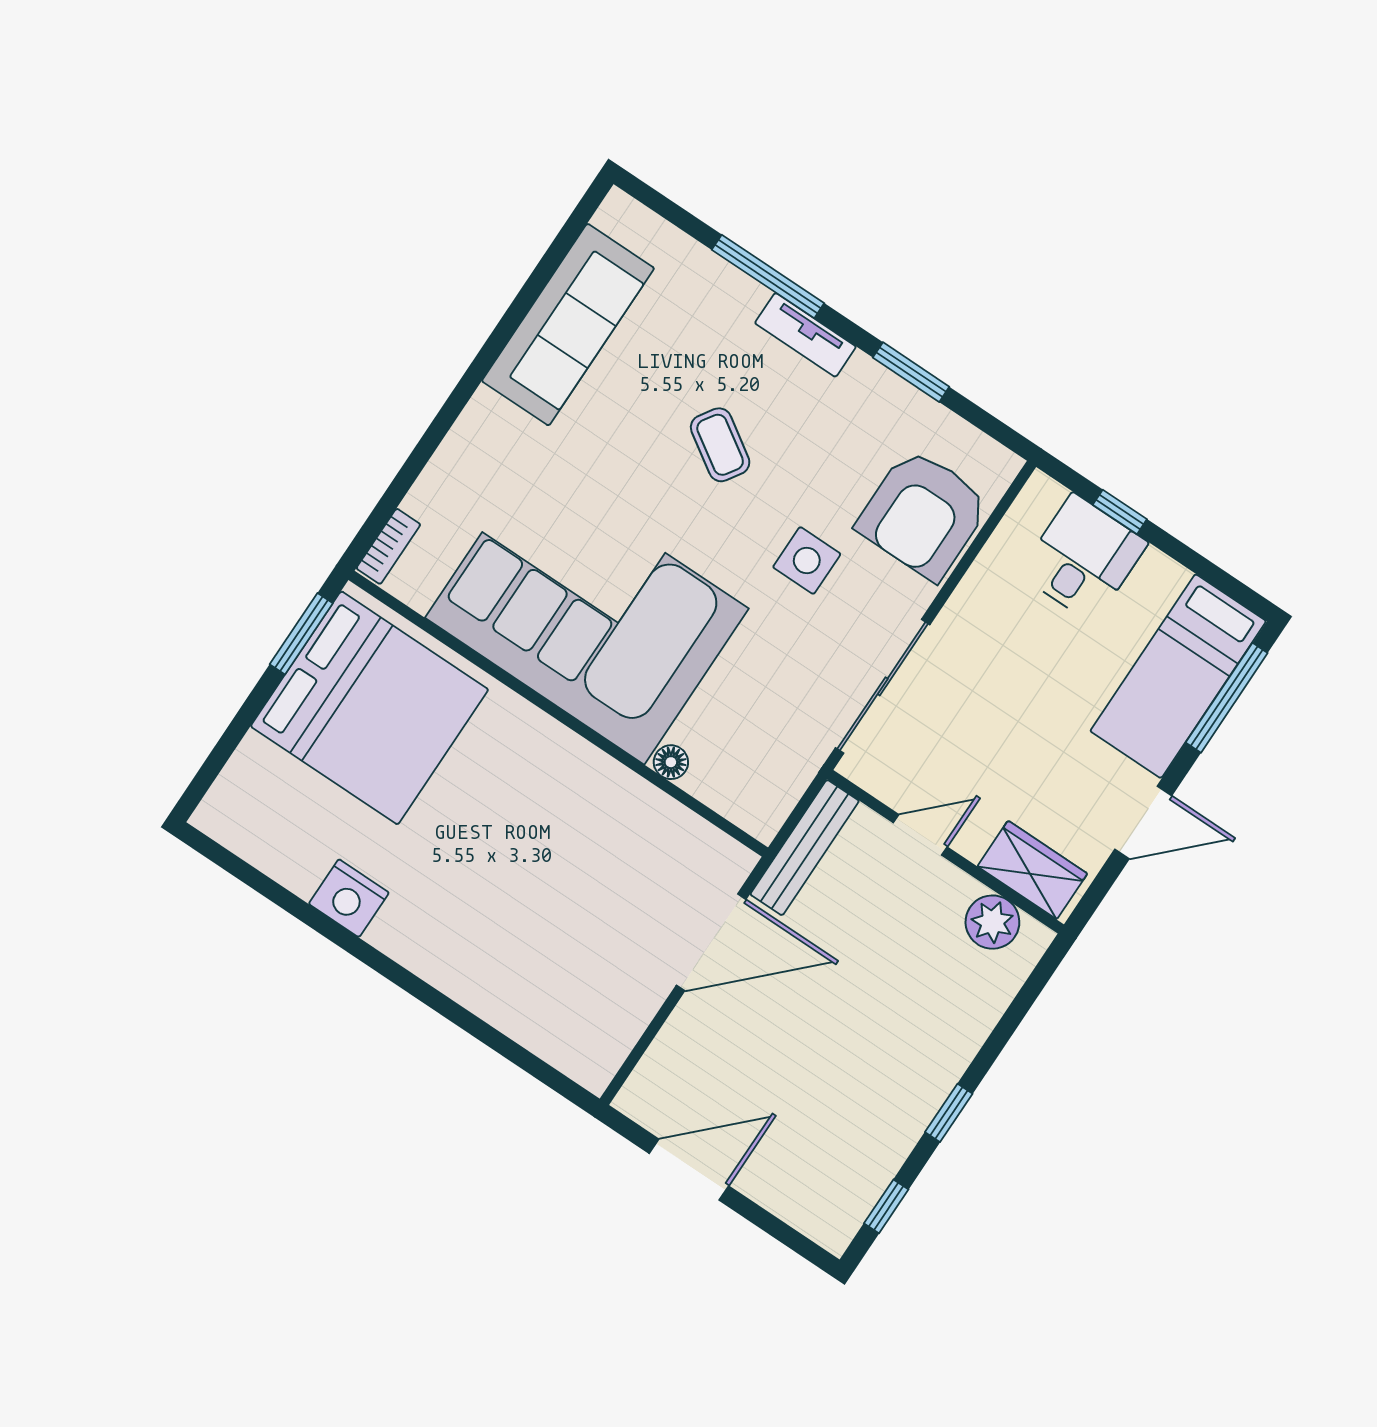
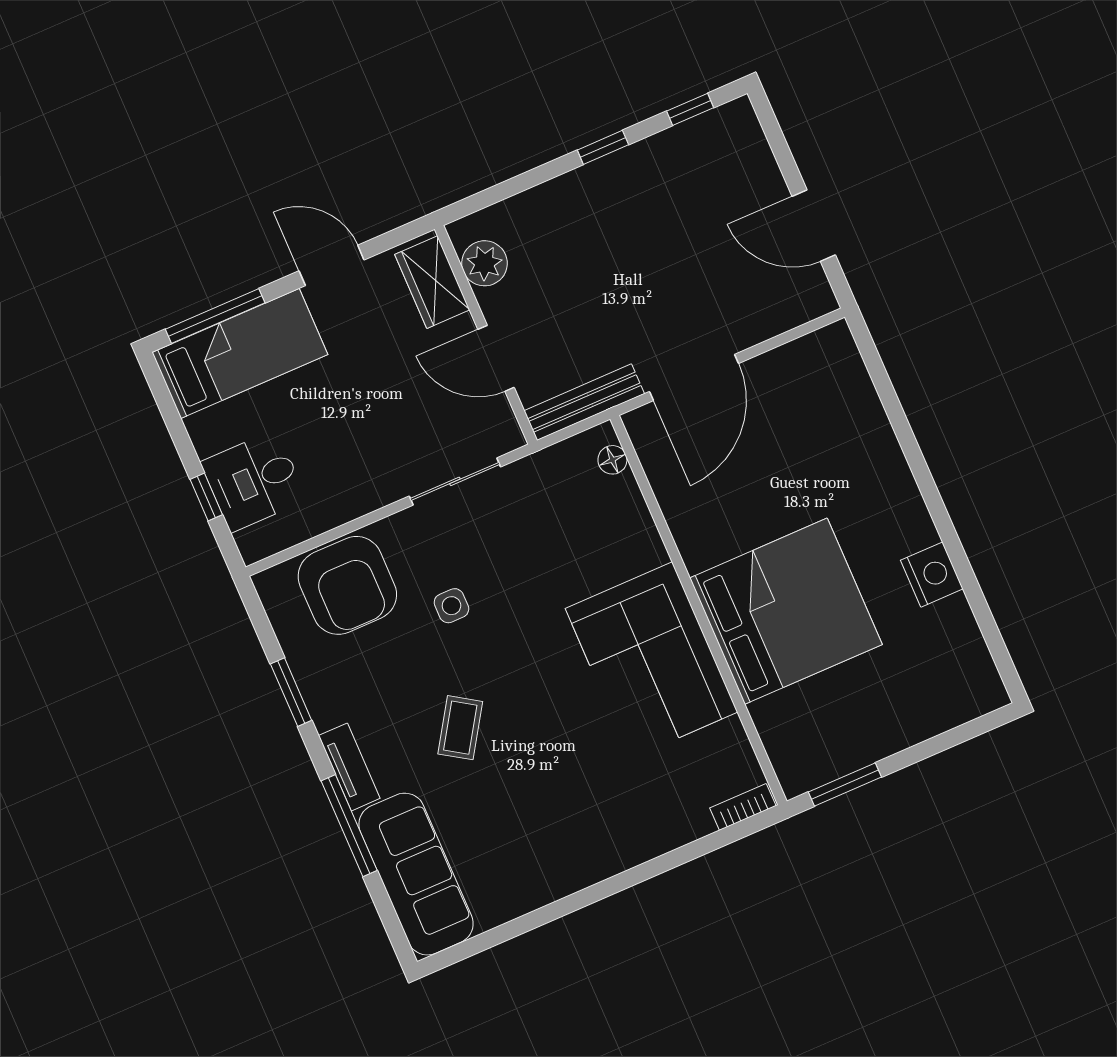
sofa: (568, 325) -> (416, 874), moved, turned 90
armchair: (923, 514) -> (347, 585), turned 90
side table: (807, 560) -> (451, 606), width x0.73, depth x0.73
corner sofa: (587, 613) -> (651, 660), width x0.73, depth x0.74
sliding door: (883, 686) -> (455, 481), width x0.73
bed: (369, 708) -> (786, 611), moved, turned 90
floor lamp: (671, 762) -> (612, 460), moved
door: (920, 835) -> (496, 358), width x1.38
door: (711, 942) -> (694, 377), swing flipped

